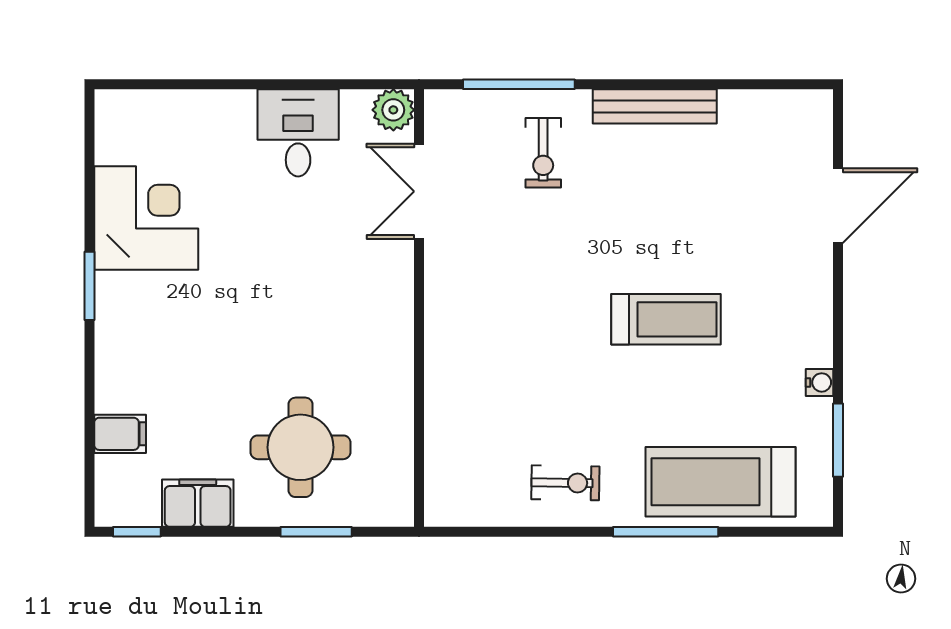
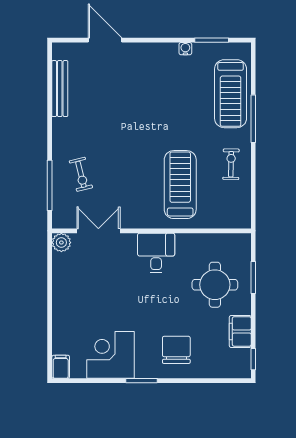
bench: (655, 106) -> (60, 89), moved
desk: (298, 133) -> (156, 253), moved, turned 90
exercise bike: (543, 153) -> (81, 174), turned 76
double door: (419, 191) -> (98, 231), swing flipped
treadmill: (666, 319) -> (180, 185), moved, width x1.37, depth x1.38
chair: (157, 363) -> (176, 350), added
filing cabinet: (120, 434) -> (61, 367), moved

